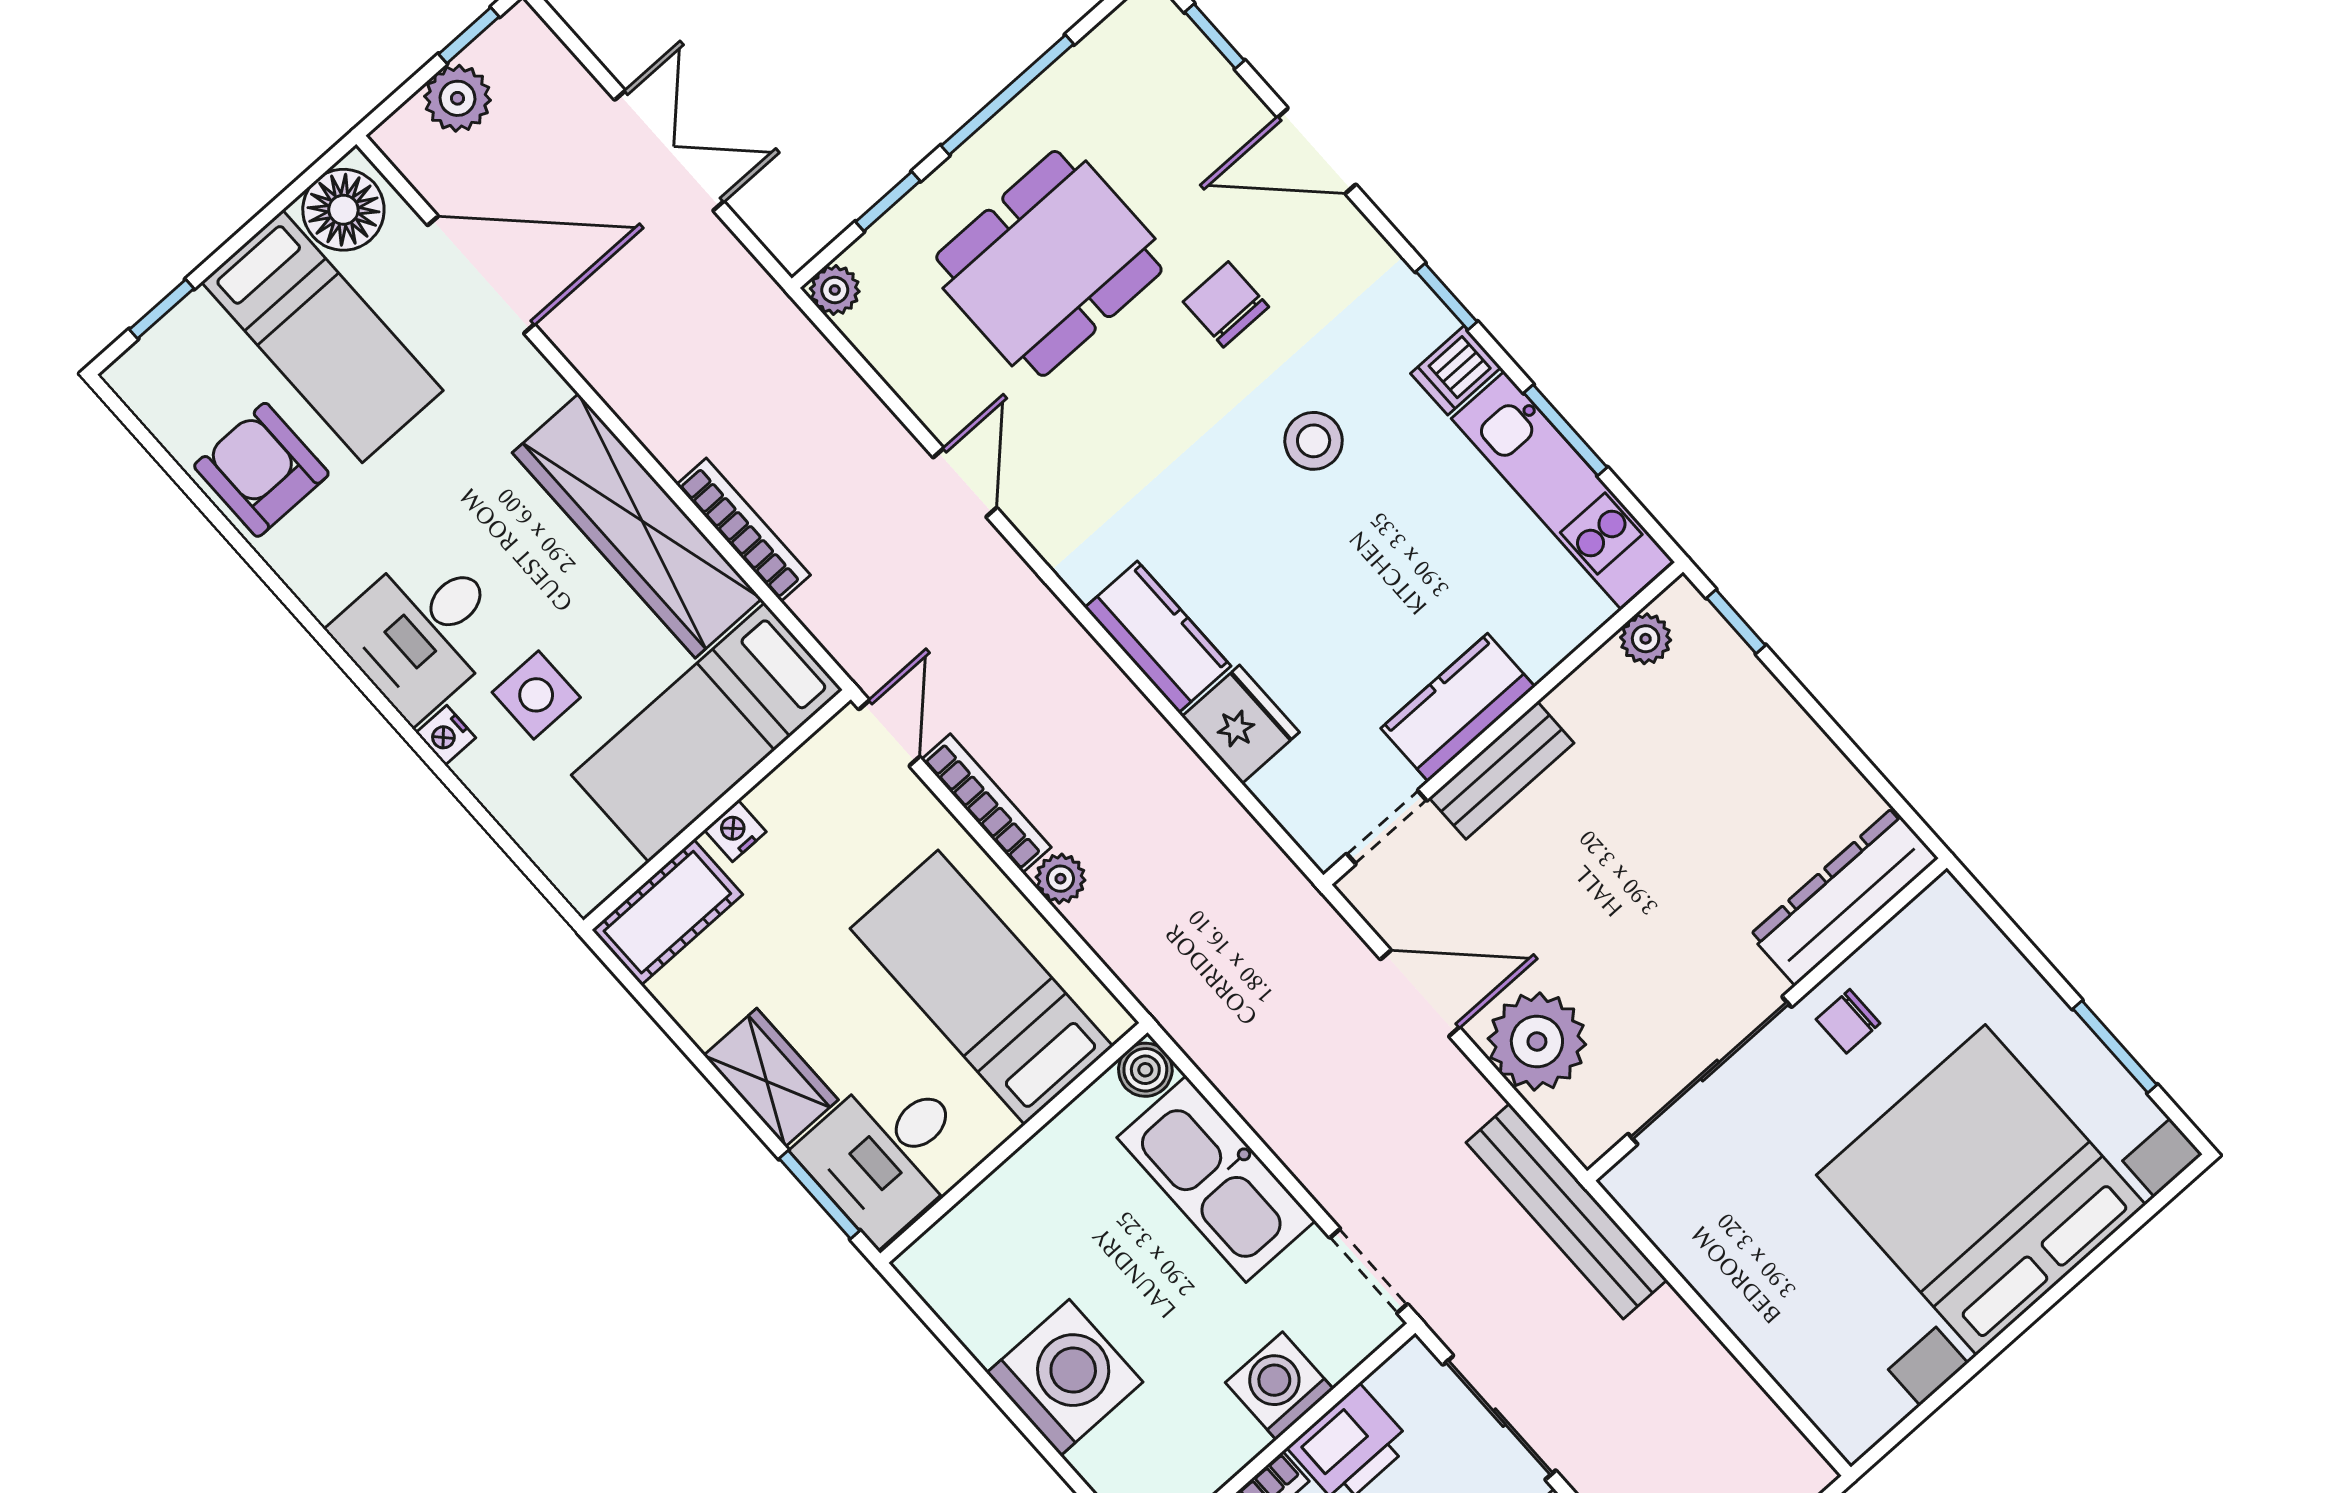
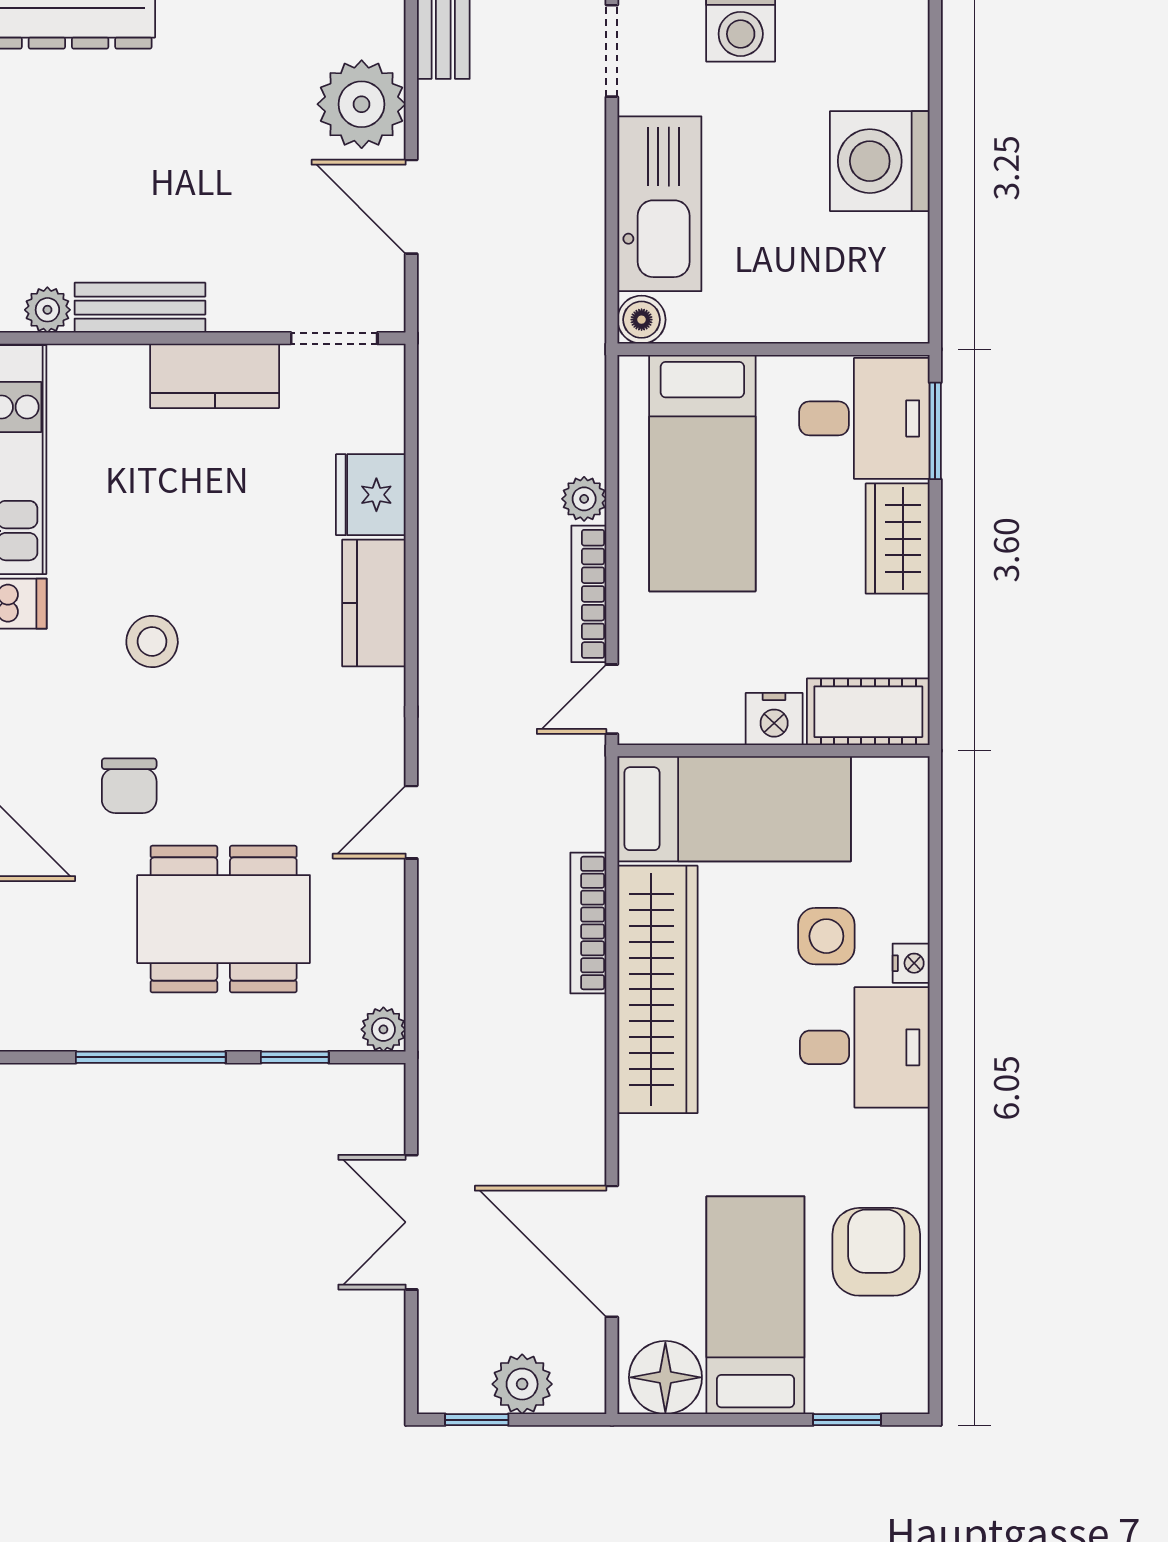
armchair: (261, 470) -> (876, 1252), turned 180
bench: (1502, 770) -> (140, 308), moved
nightstand: (735, 831) -> (774, 719), width x1.39, depth x1.35

